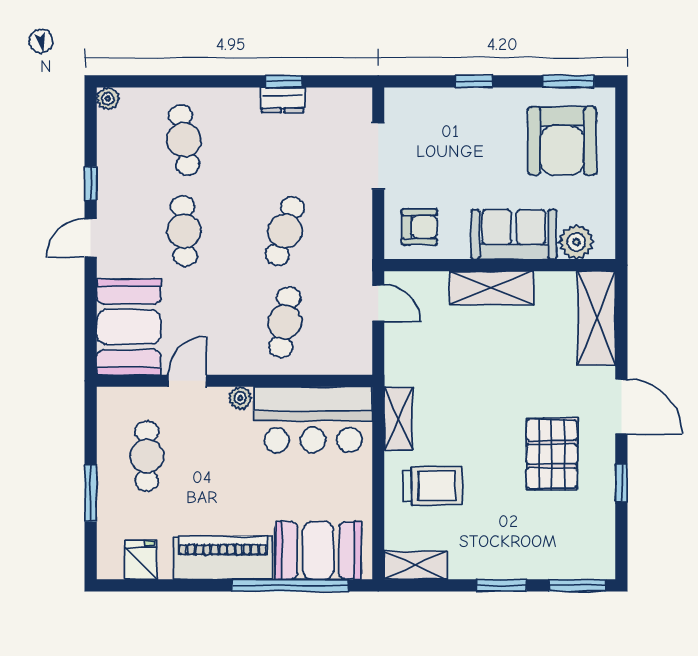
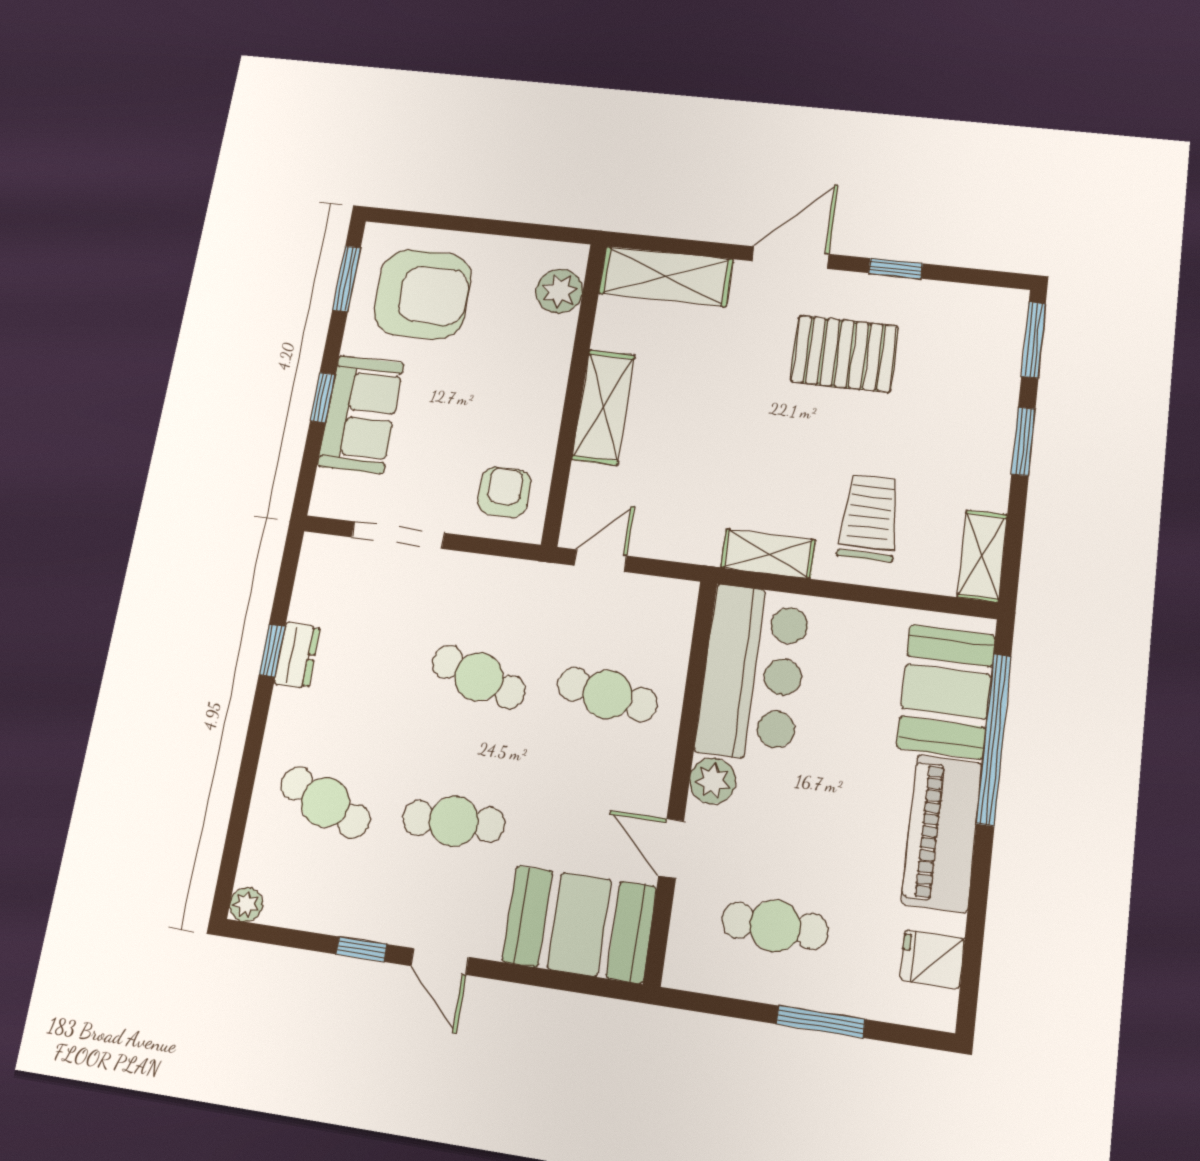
cafe table: (184, 140) -> (325, 802), turned 33
sofa: (514, 234) -> (361, 414), moved, turned 180
plant: (240, 398) -> (713, 781), width x1.38, depth x1.38

